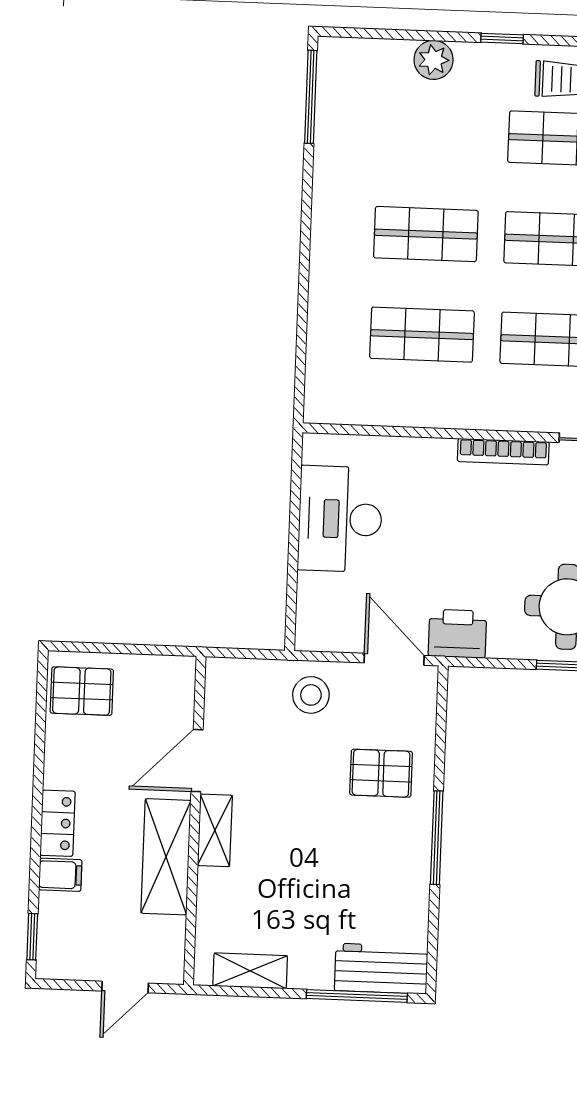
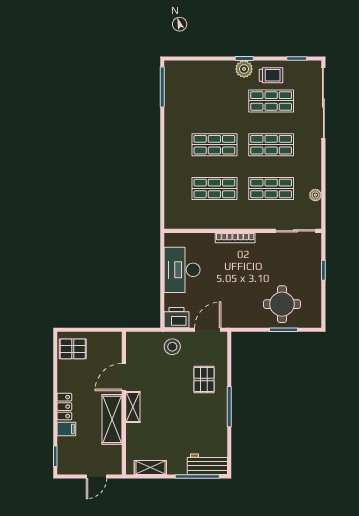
plant: (434, 60) -> (244, 69), moved
bookcase: (503, 452) -> (235, 238), moved
printer: (457, 634) -> (176, 318), moved
door: (394, 659) -> (208, 330), hinge flipped
pallet: (381, 773) -> (204, 379), turned 90

